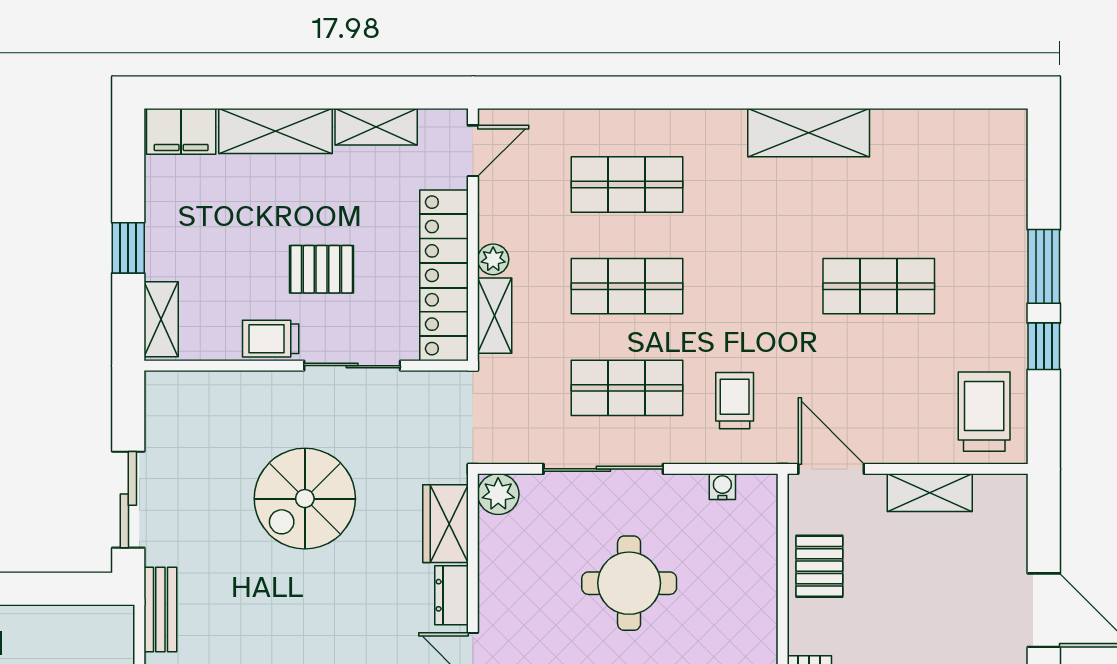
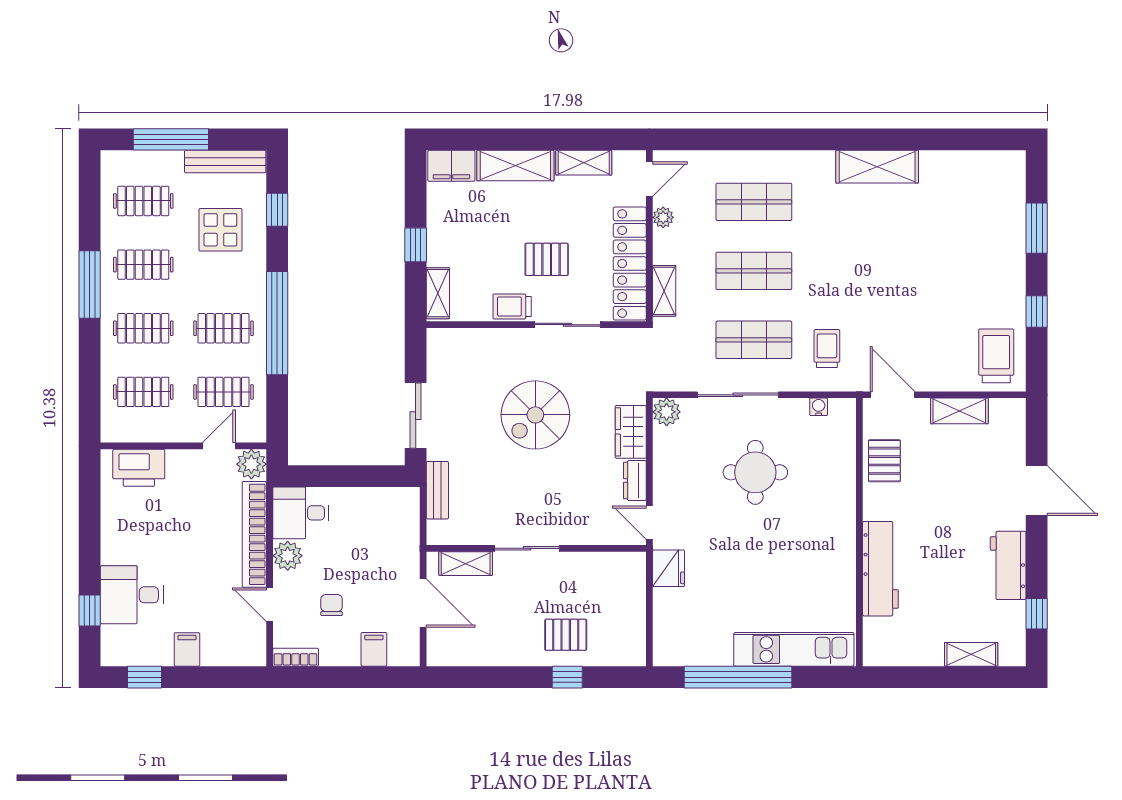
plant: (493, 259) -> (663, 217), moved
window: (1044, 266) -> (1037, 228), moved
shop shelf: (879, 286) -> (925, 271), removed

